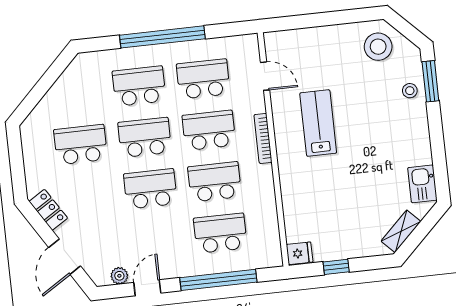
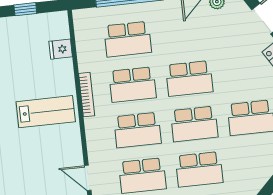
lab bench: (318, 123) -> (46, 112), moved, turned -90
bookcase: (263, 138) -> (87, 95), moved
fridge: (300, 253) -> (61, 49), moved

